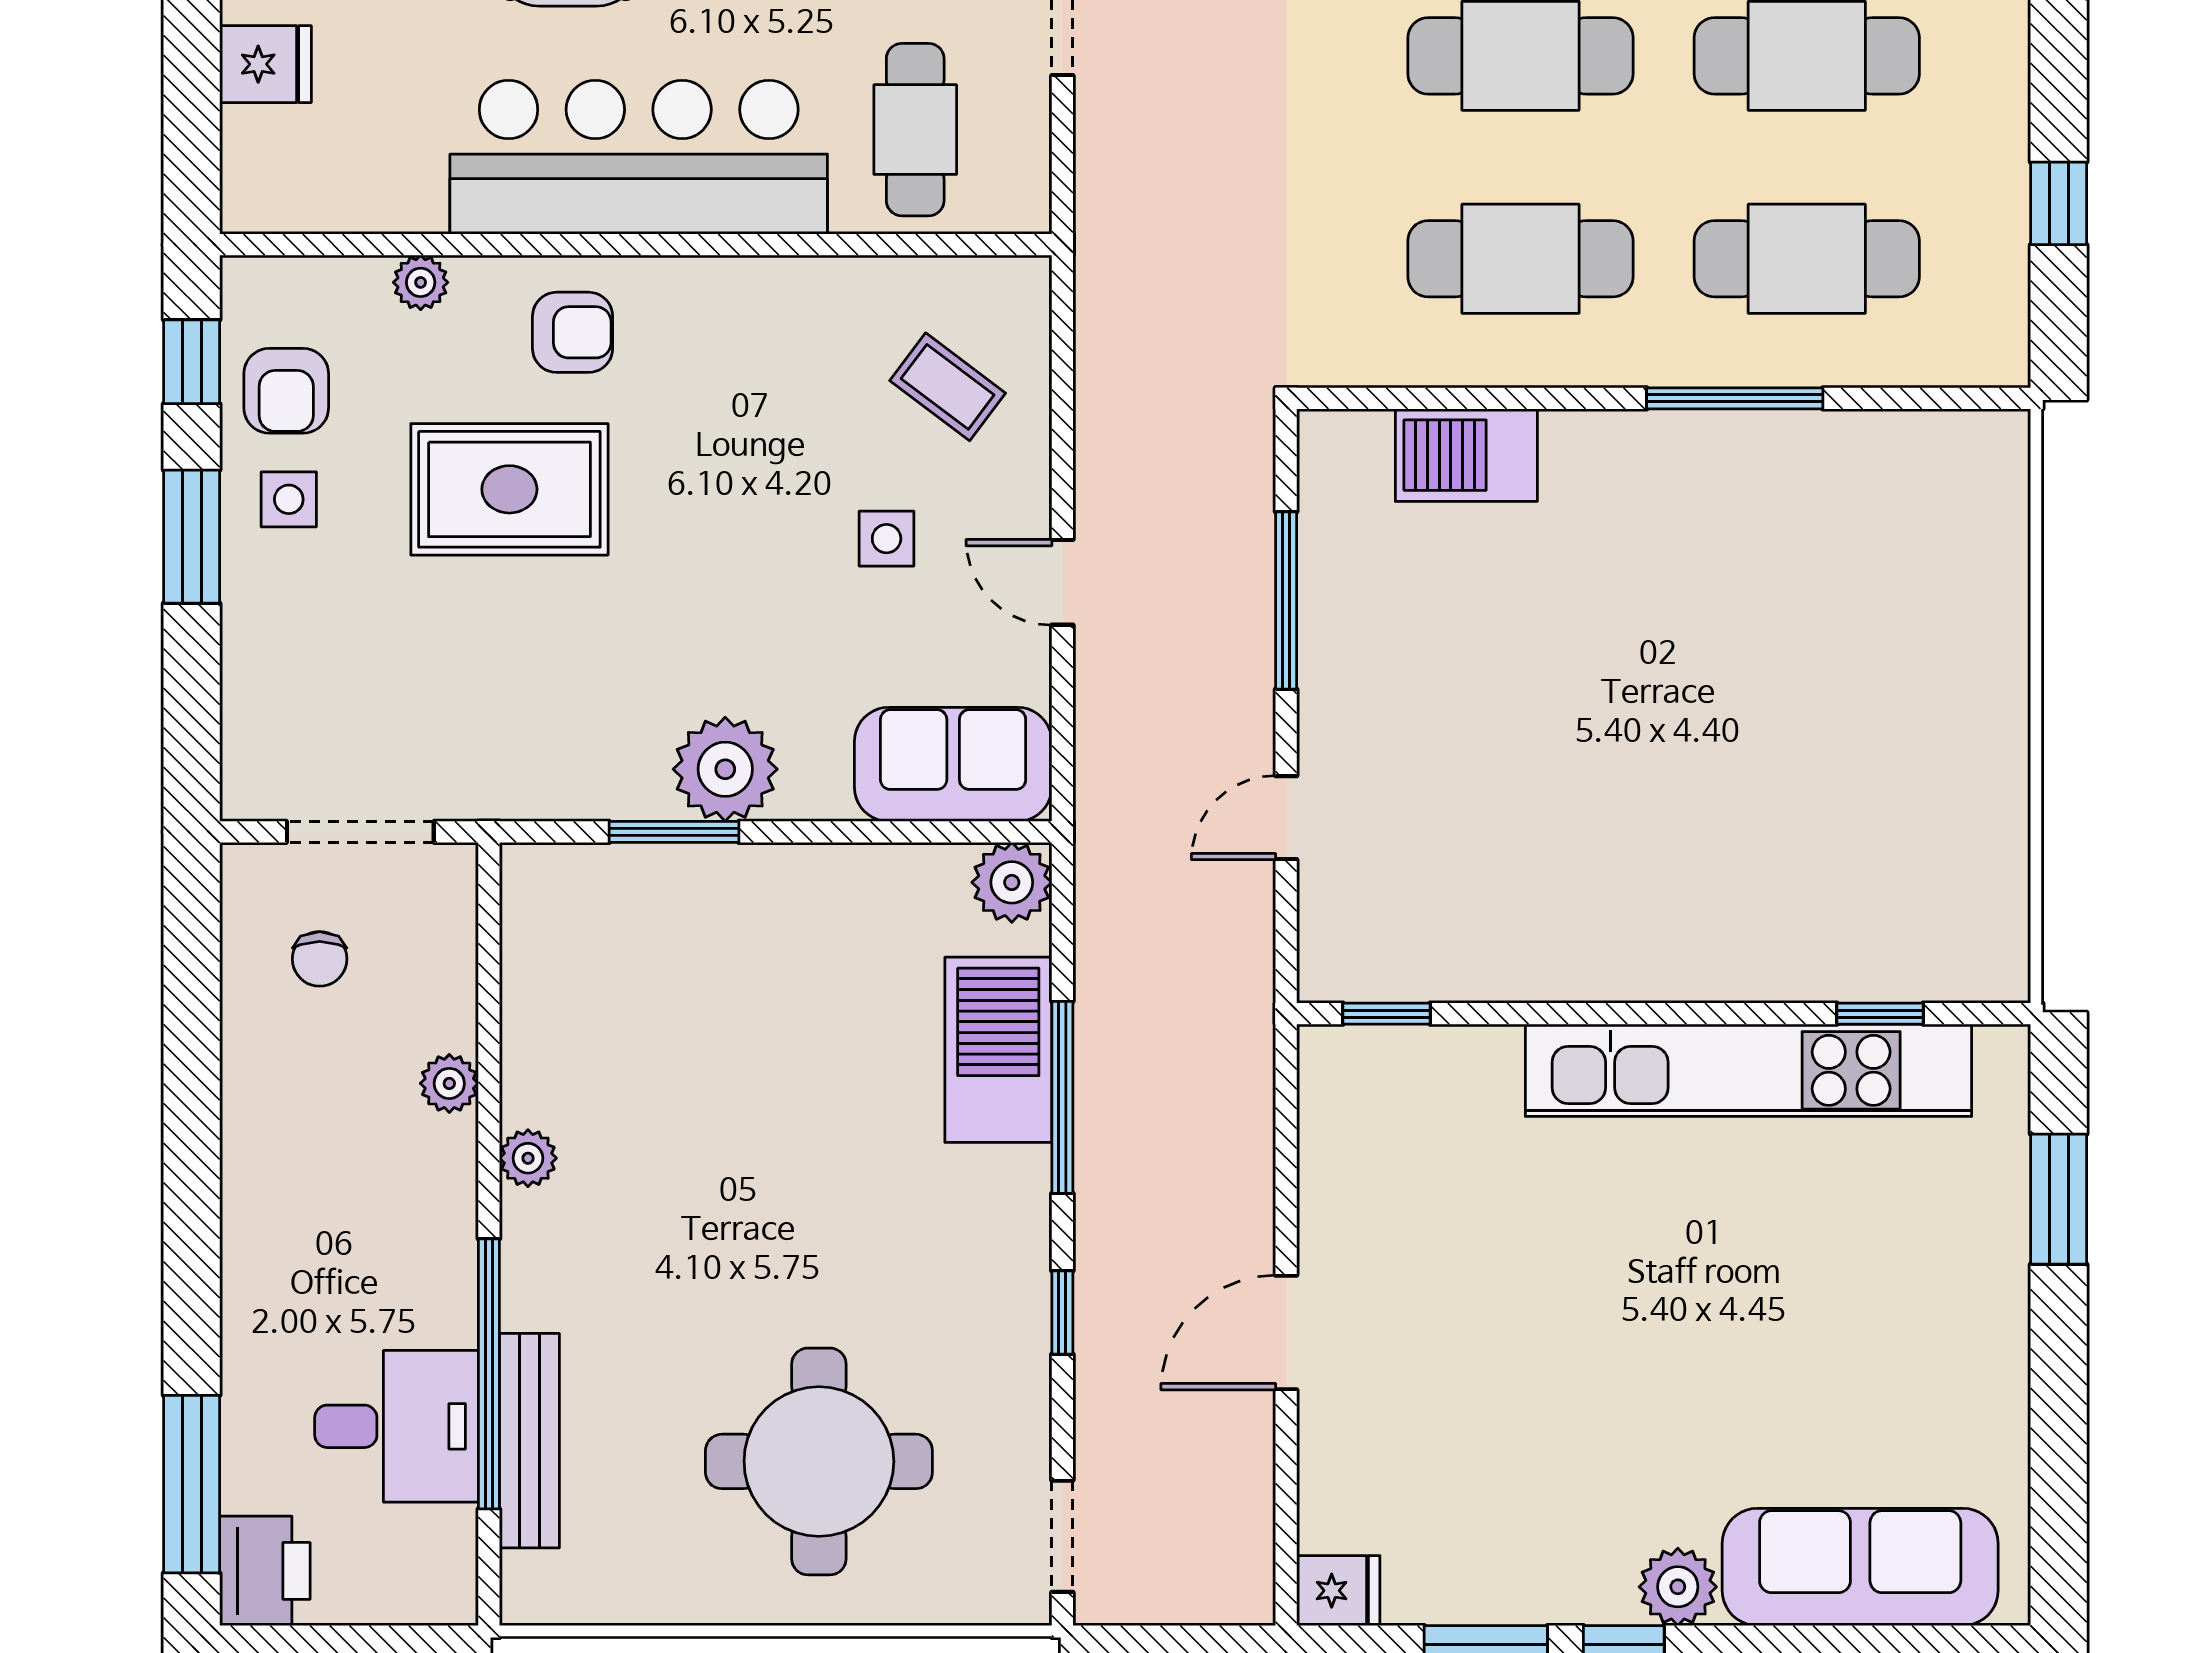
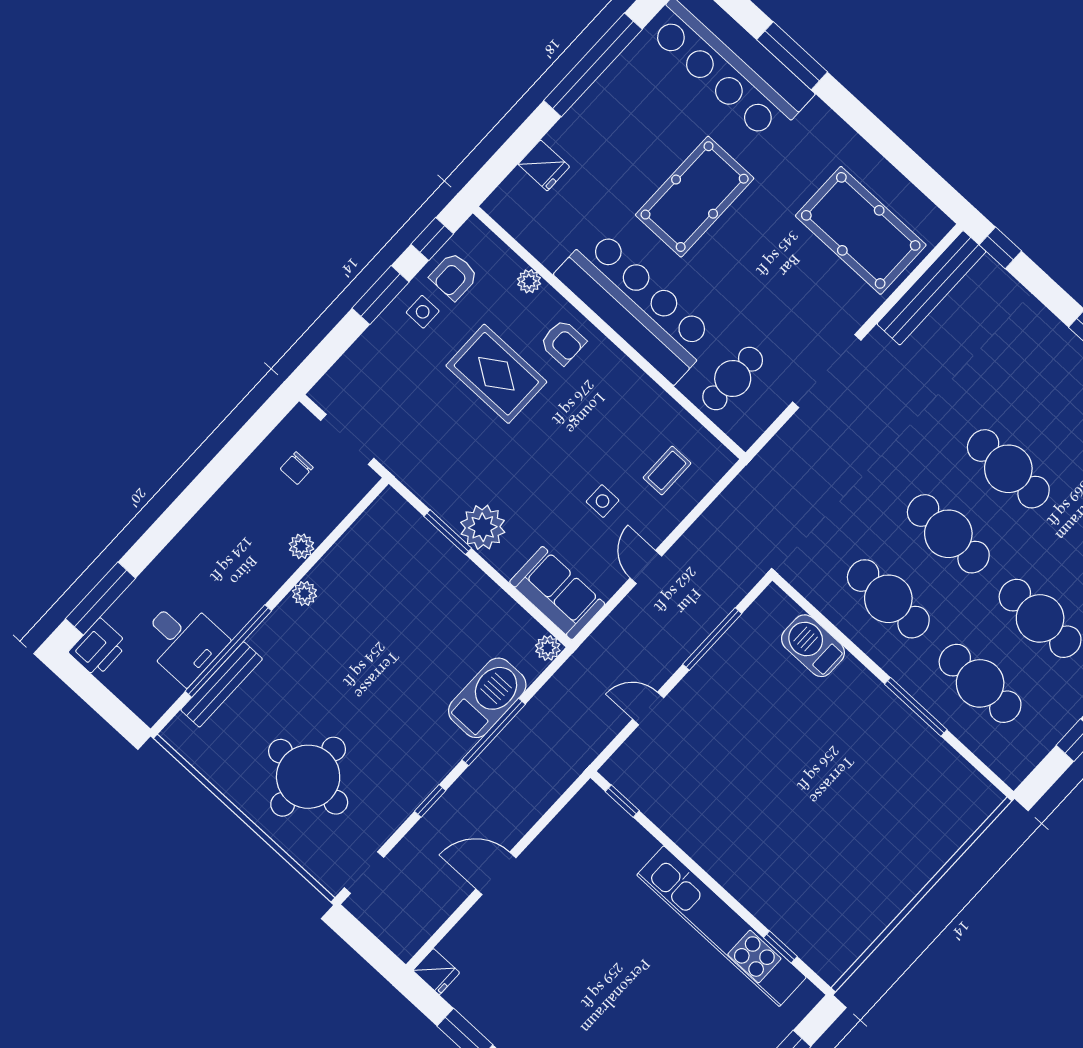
coffee table: (948, 387) -> (667, 470), turned 53
plant: (1012, 882) -> (548, 648), width x0.73, depth x0.73

